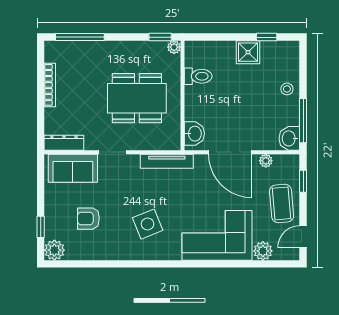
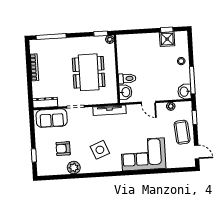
shower: (248, 52) -> (167, 39), moved
toilet: (198, 76) -> (127, 79), moved
dining table: (137, 98) -> (89, 72), turned 90
door: (230, 152) -> (148, 102), width x0.53
door: (303, 237) -> (197, 152), swing flipped
plant: (54, 250) -> (74, 168), moved
plant: (263, 251) -> (172, 162), removed

